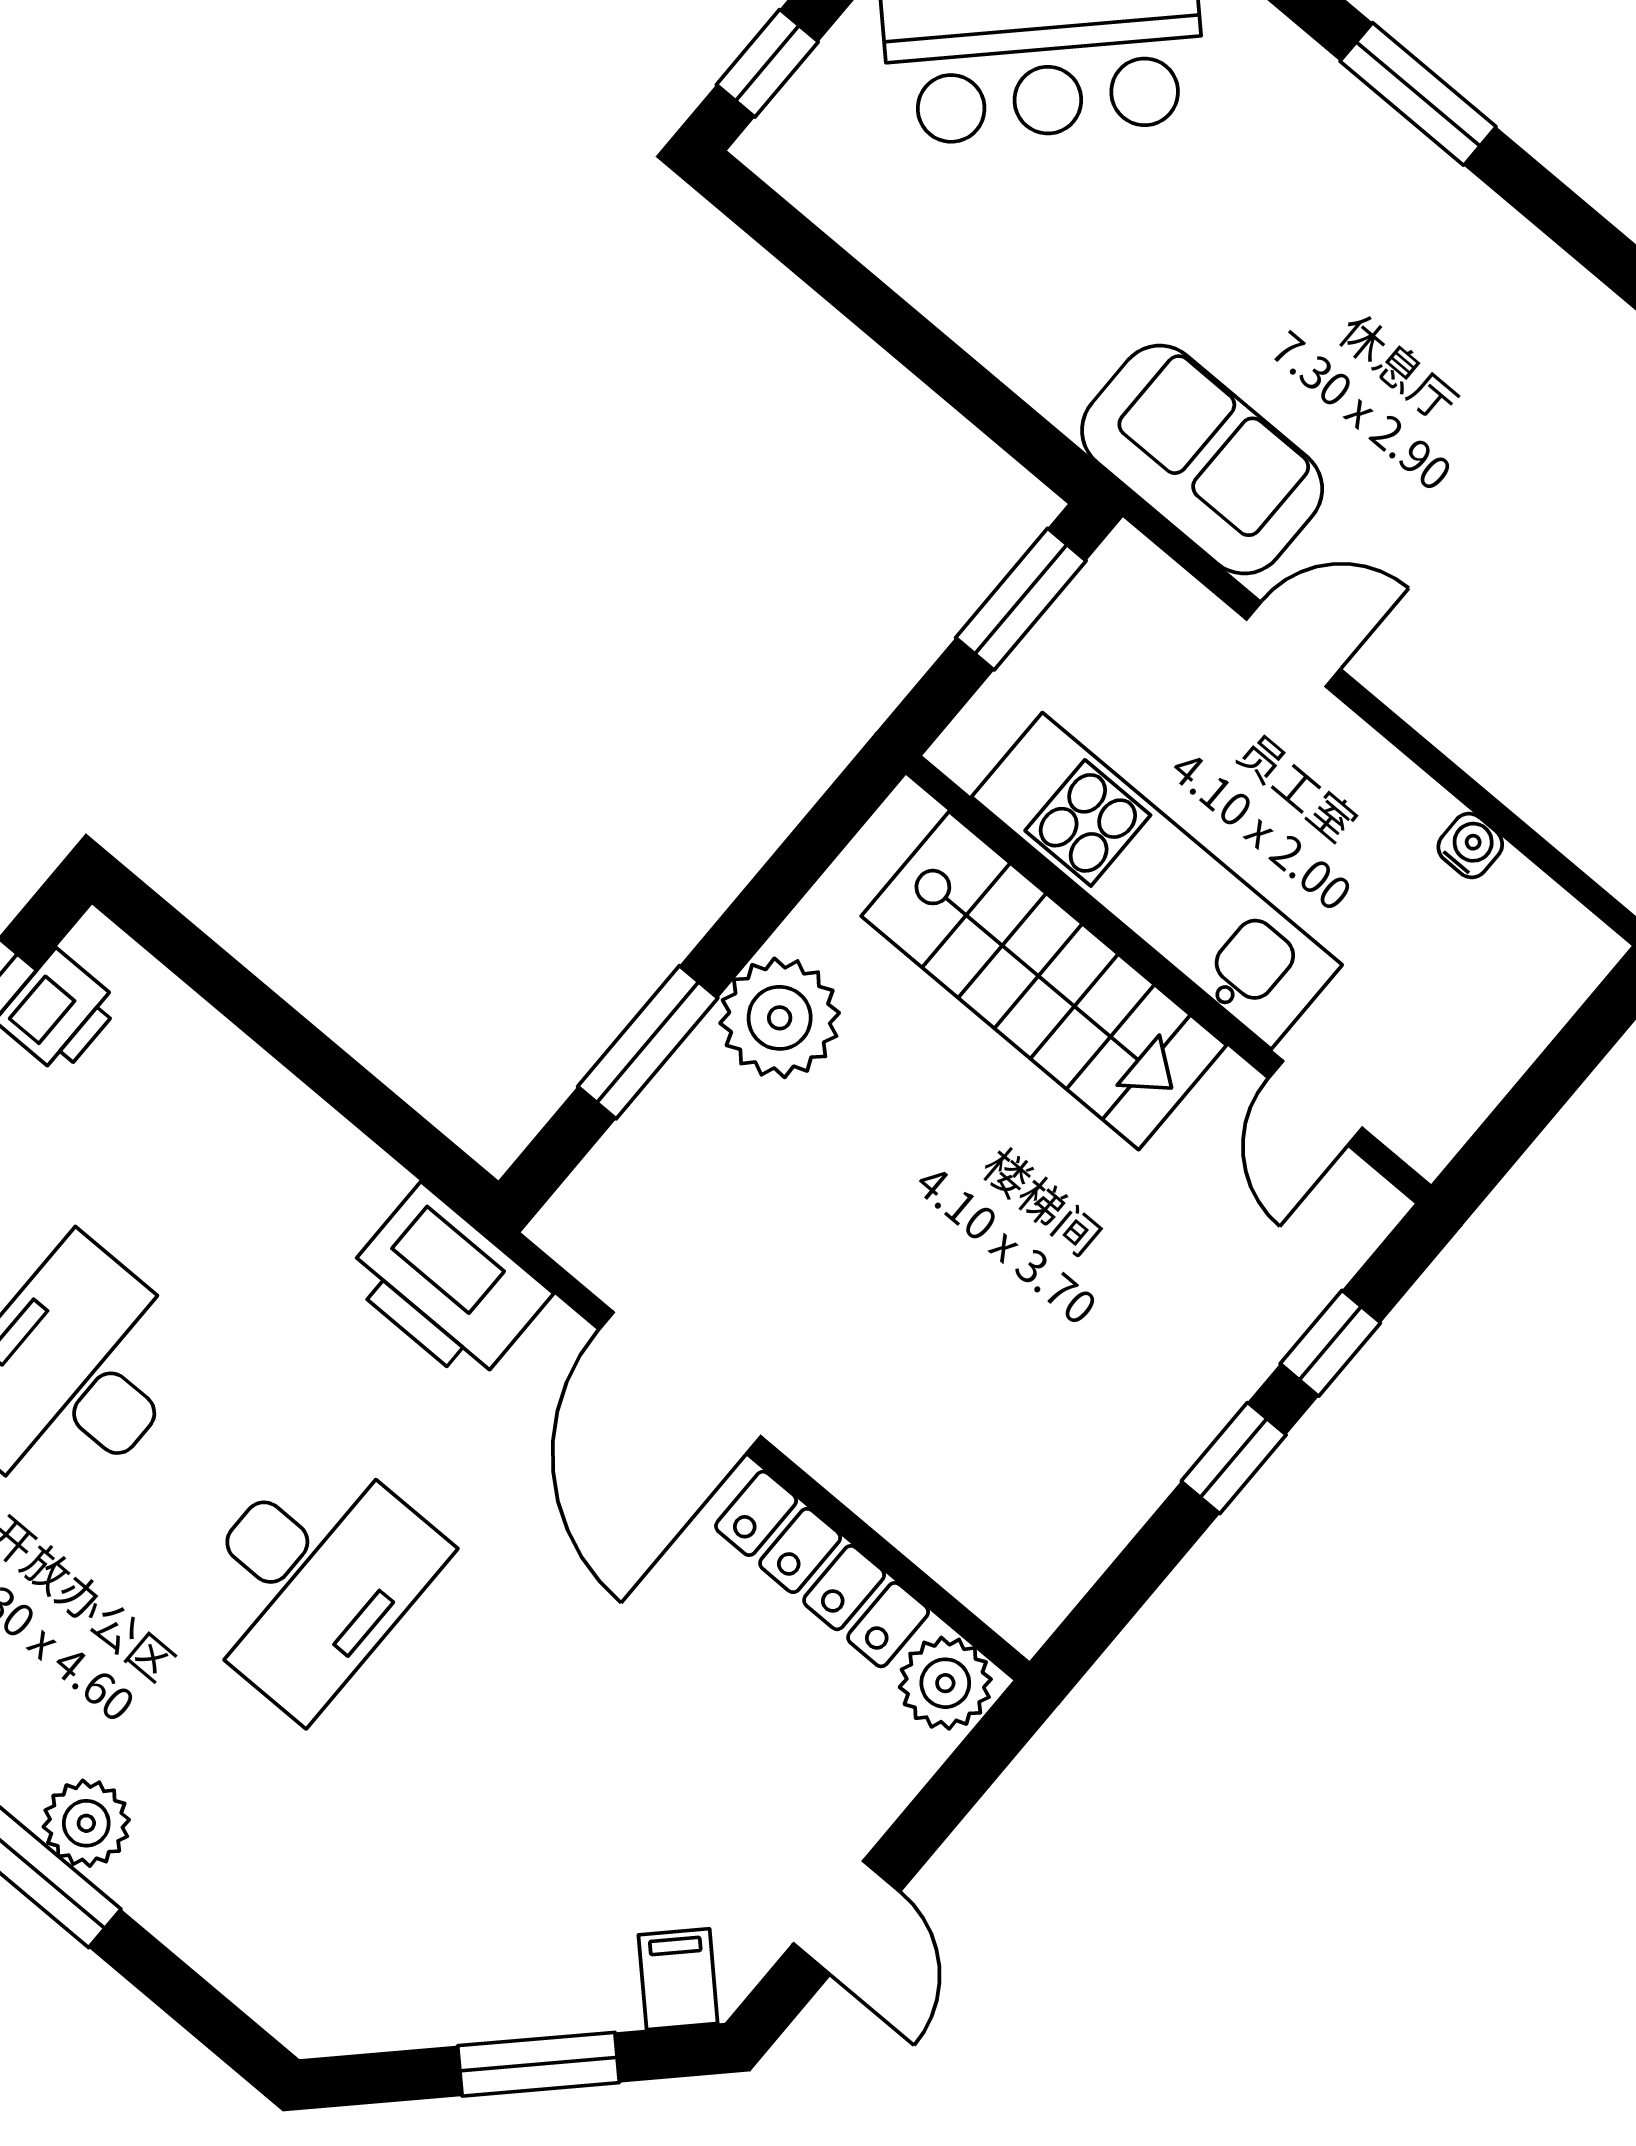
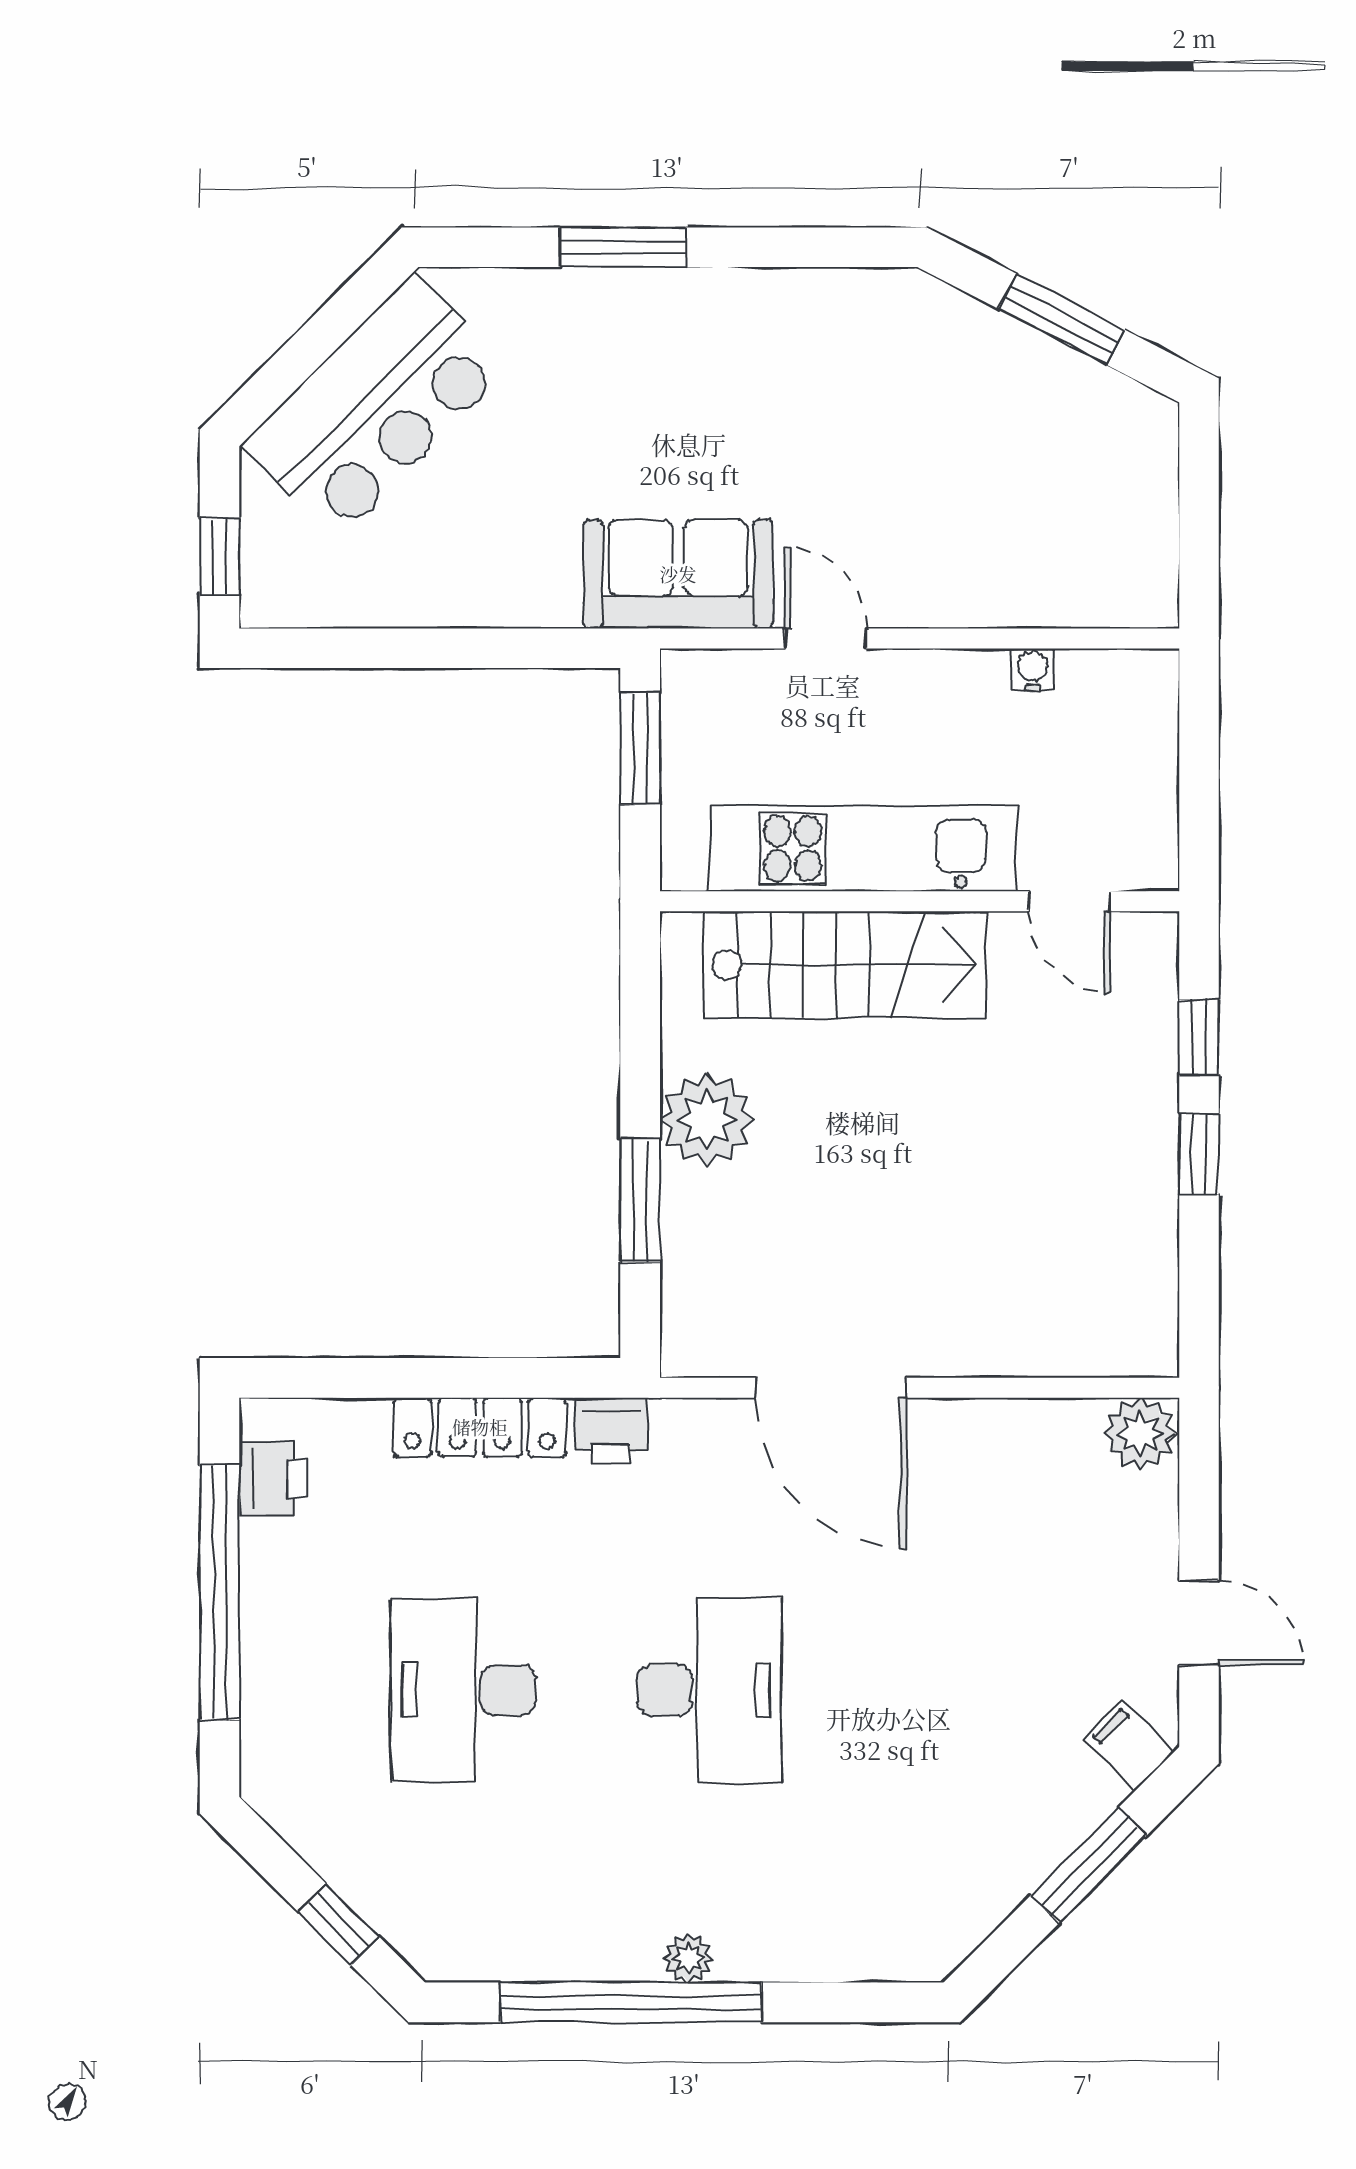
door: (1293, 644) -> (826, 638), hinge flipped
printer: (447, 1285) -> (611, 1431), width x0.53, depth x0.68
locker: (822, 1569) -> (480, 1427), moved
plant: (86, 1823) -> (688, 1958), width x0.73, depth x0.73

